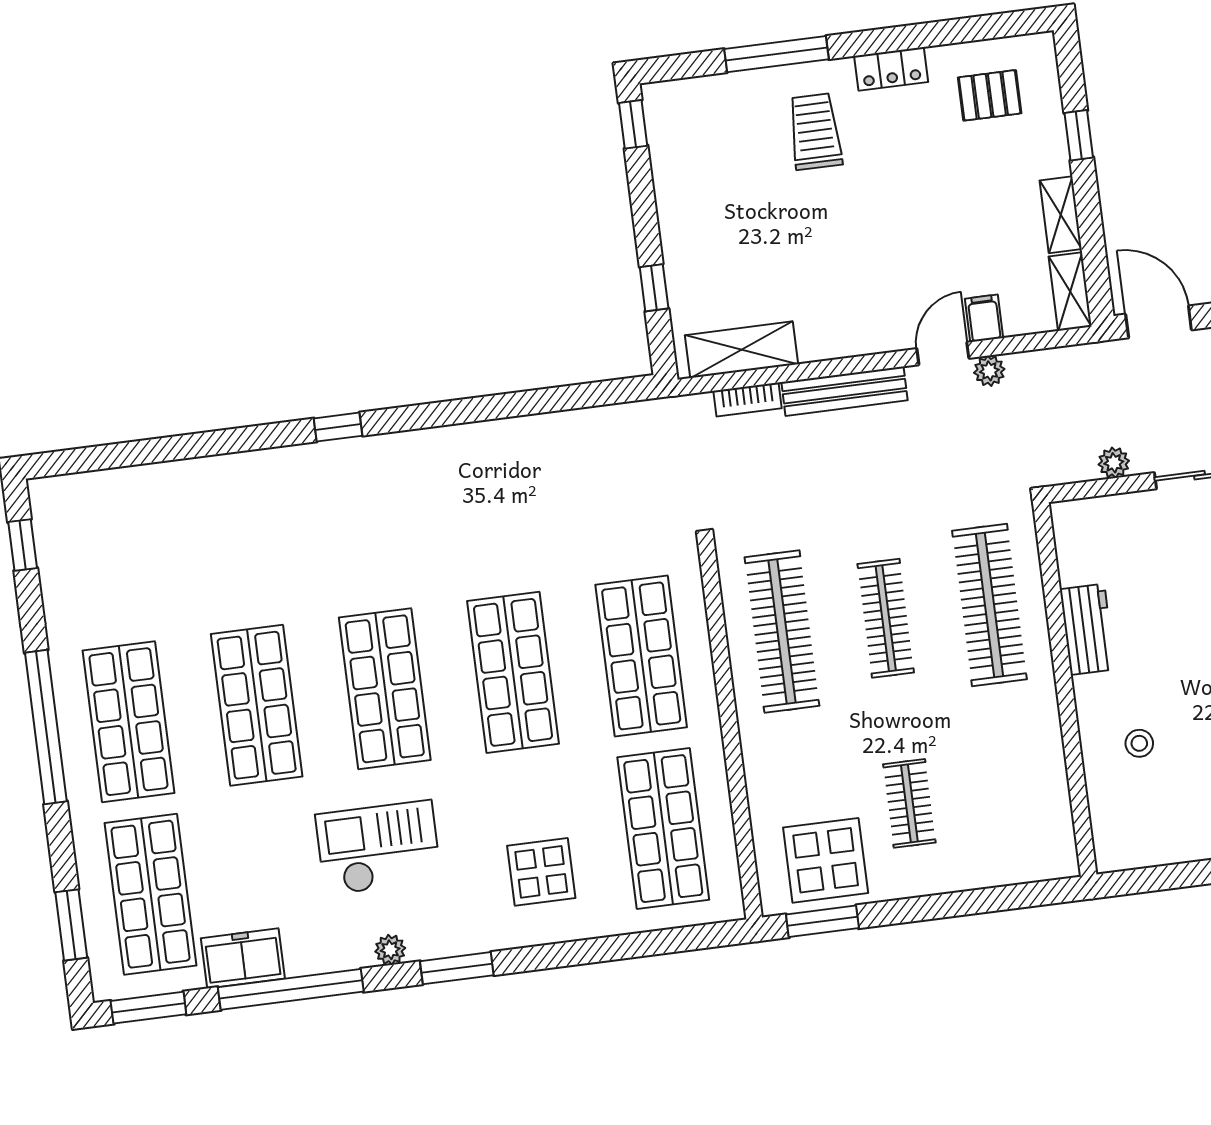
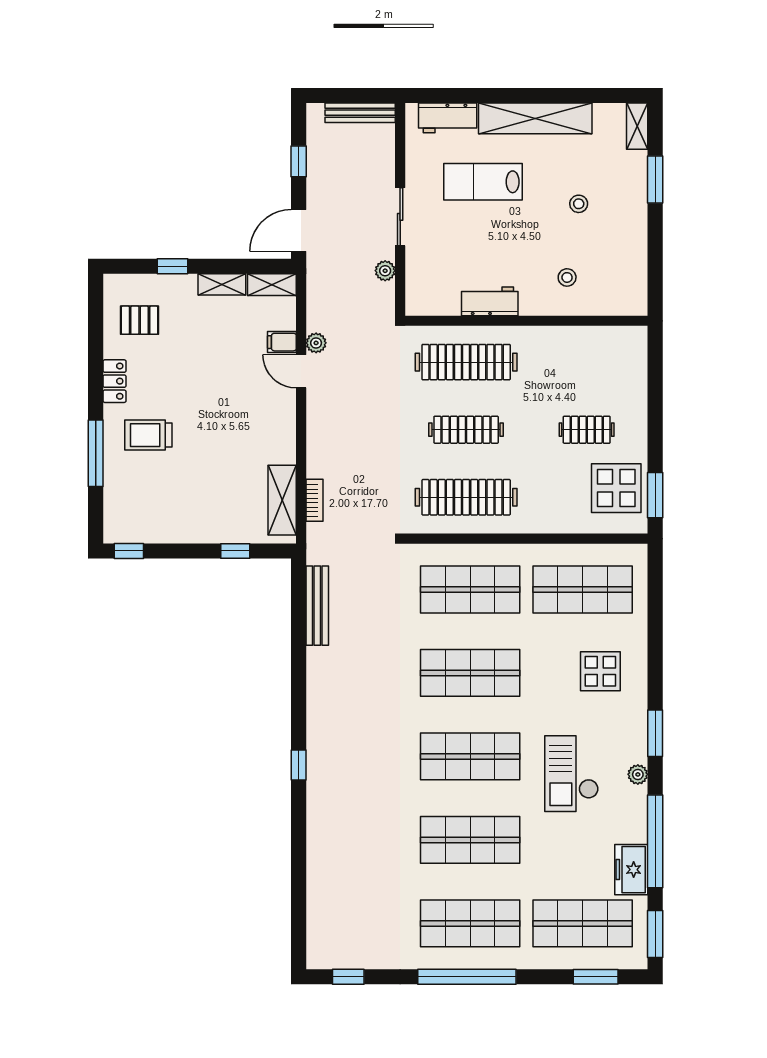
pallet: (990, 95) -> (140, 320), turned 90
bench: (845, 391) -> (317, 606), moved

